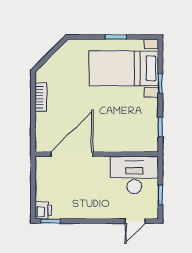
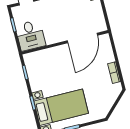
desk: (134, 175) -> (30, 35), width x0.73

